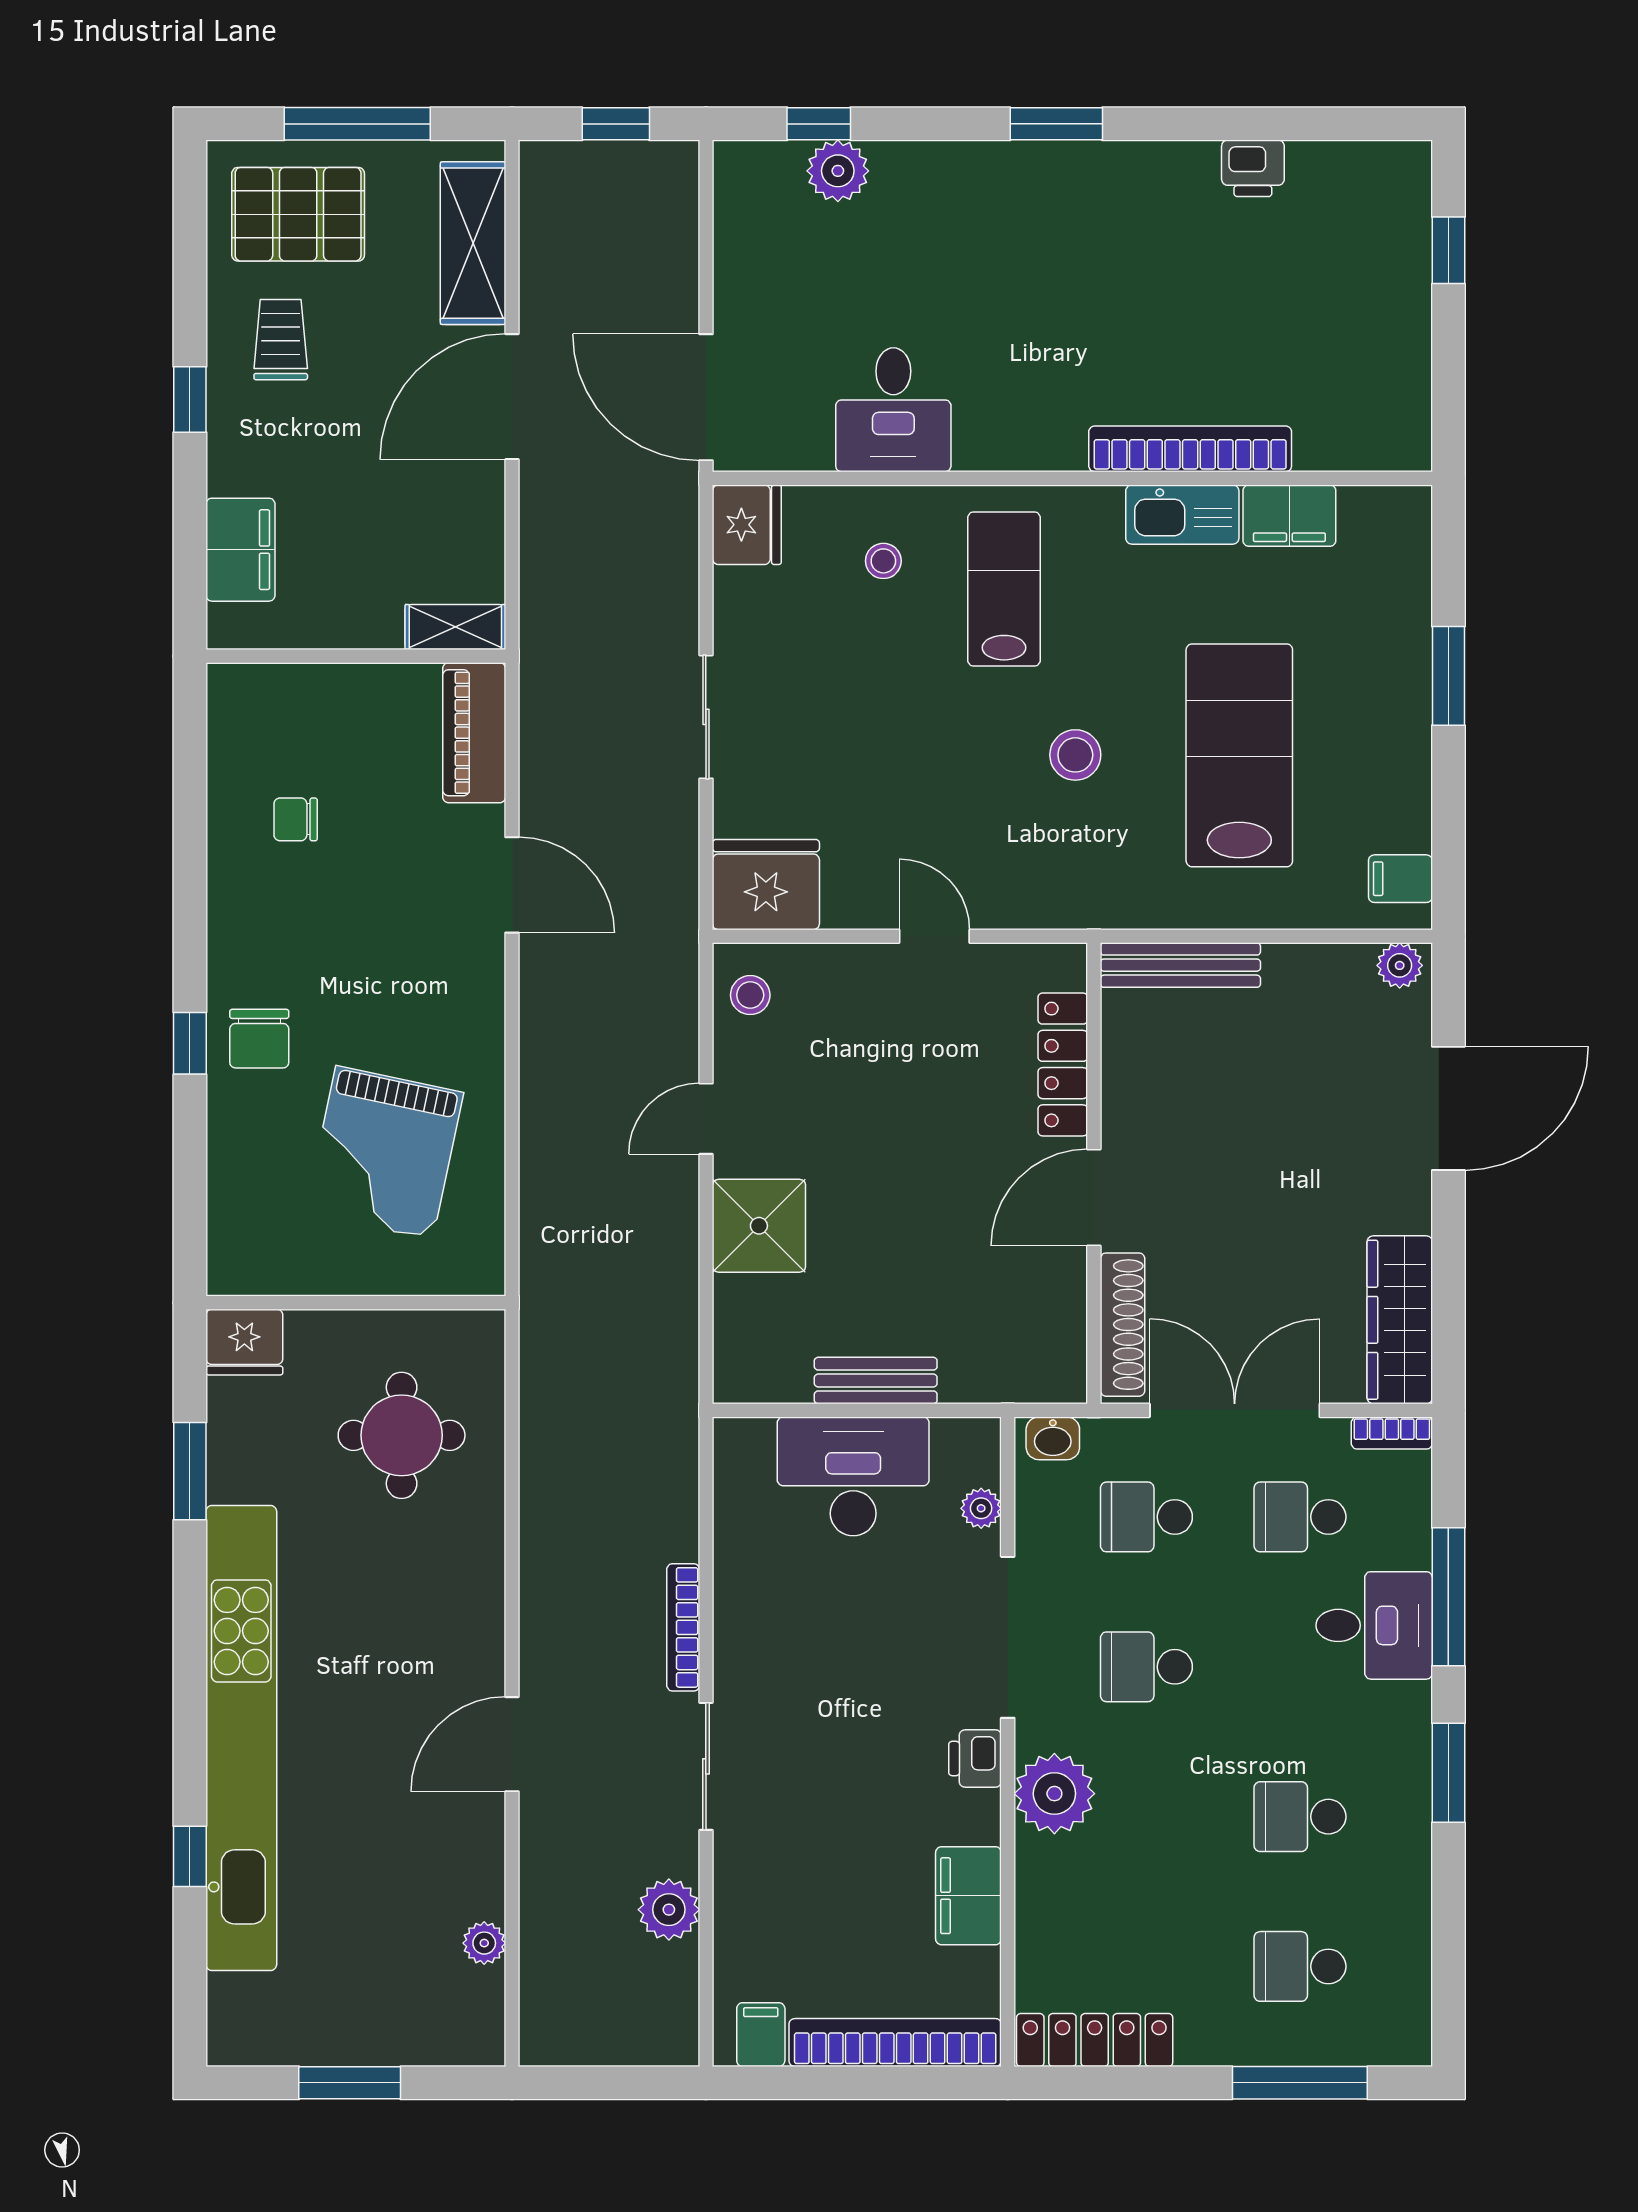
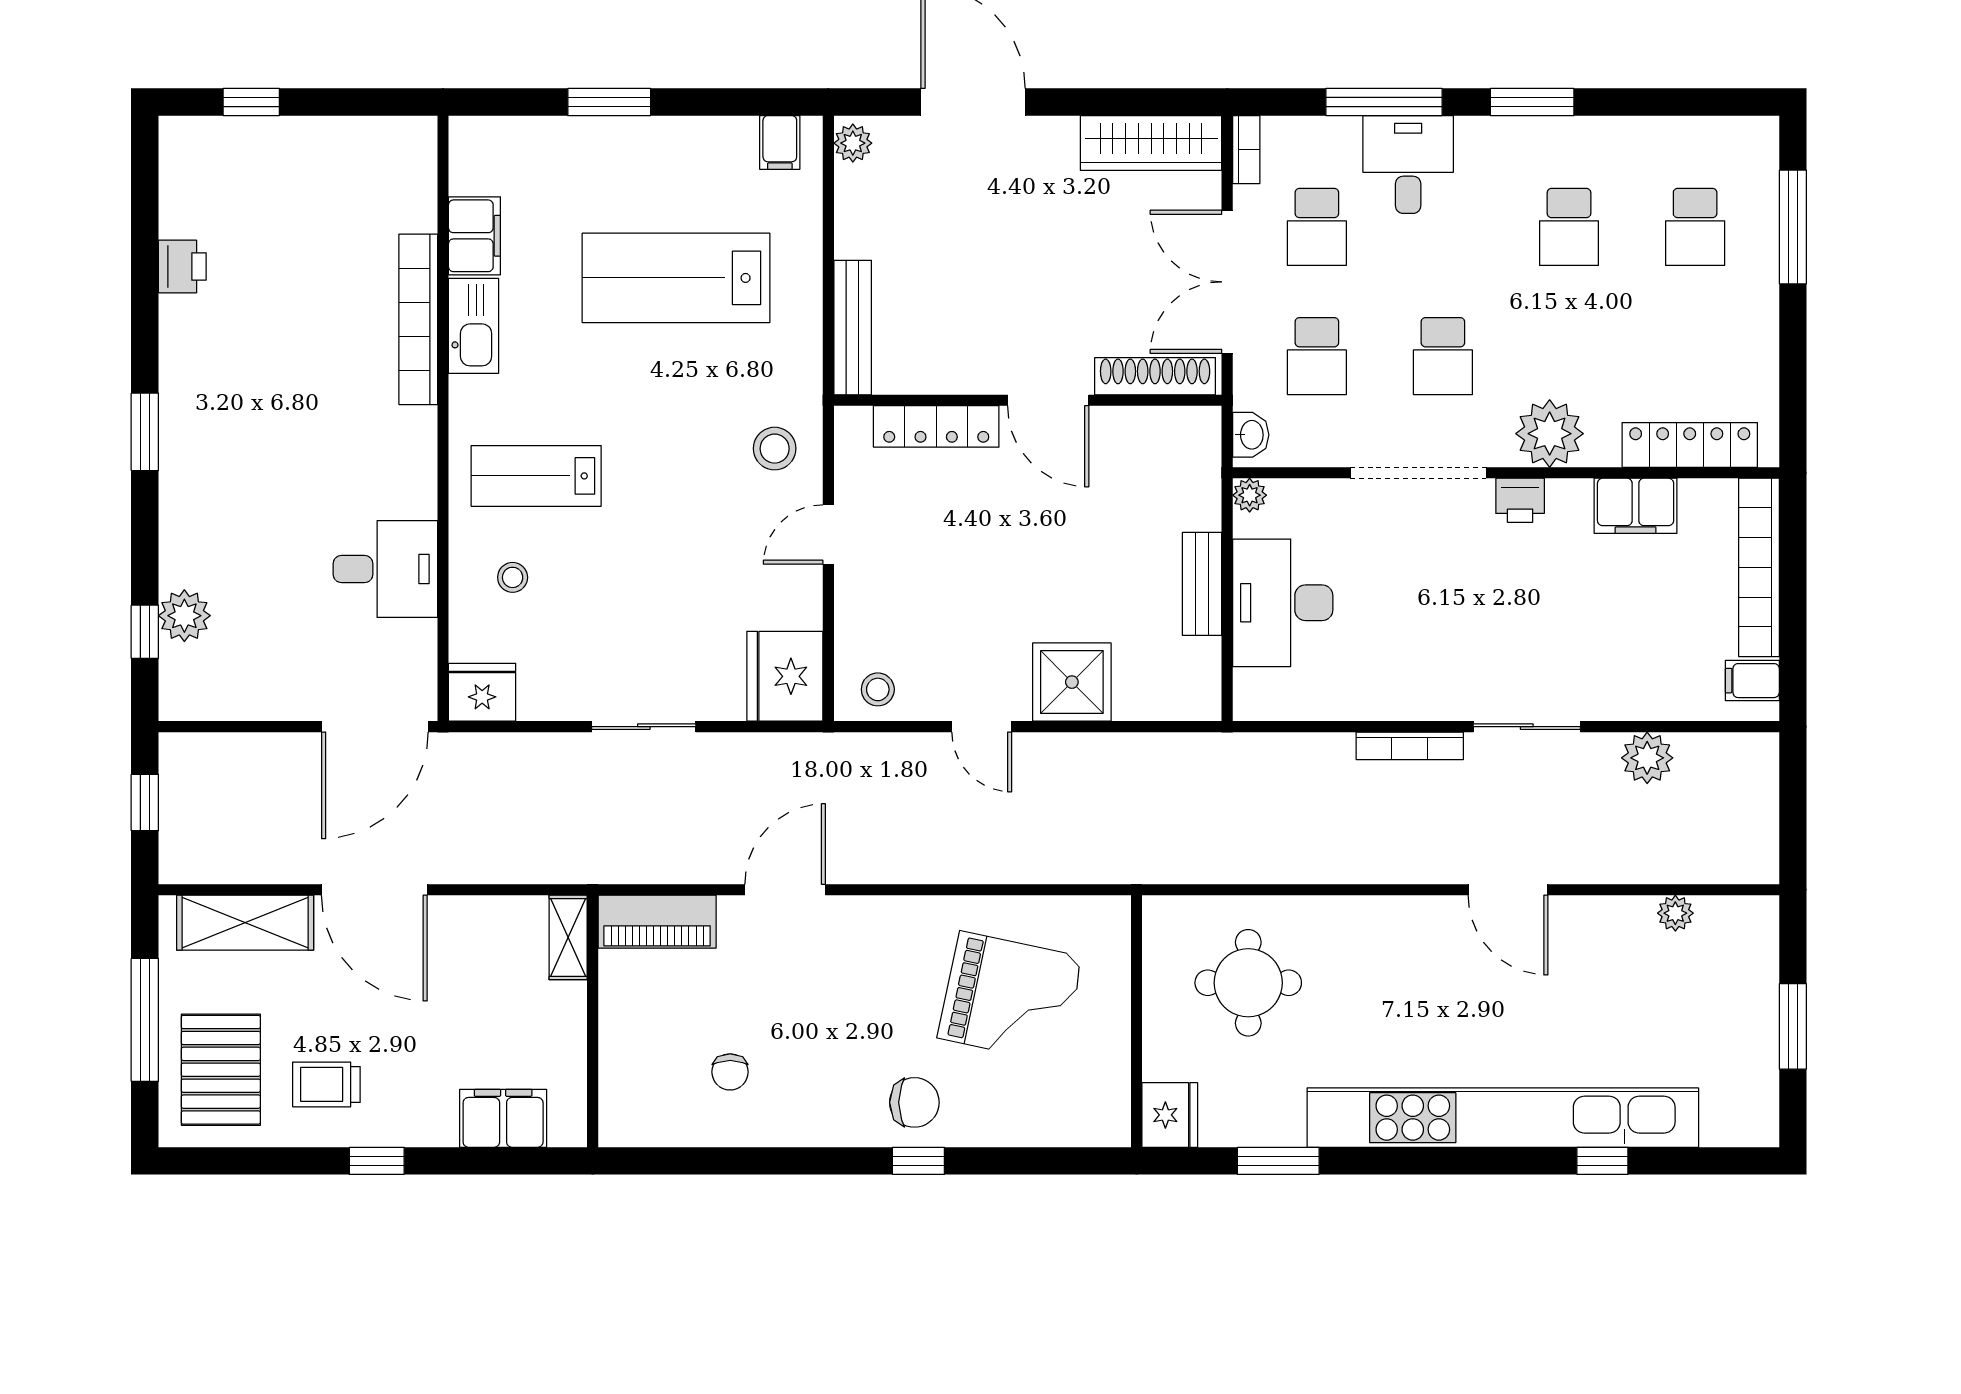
stool: (1075, 755) -> (775, 449), moved
plant: (981, 1508) -> (1250, 495), moved
locker: (1095, 2040) -> (1690, 445), moved, turned 90

